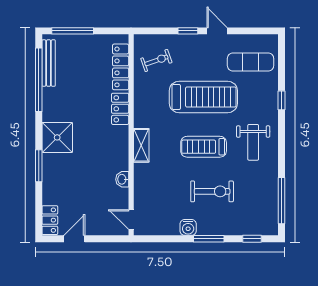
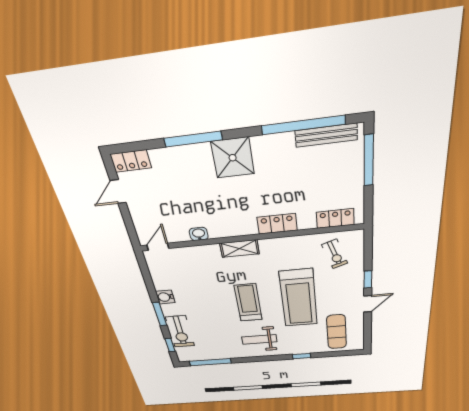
locker: (121, 67) -> (335, 218), width x0.66
window: (39, 166) -> (193, 139), width x1.44
exercise bike: (212, 191) -> (180, 332), moved
door: (74, 239) -> (118, 192), swing flipped

